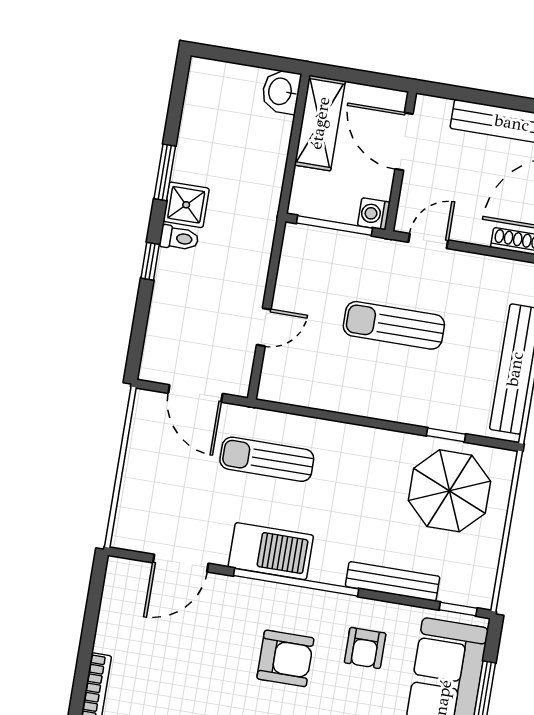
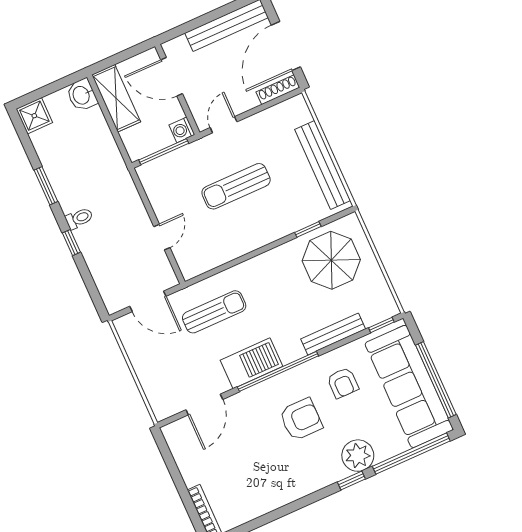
shower: (186, 205) -> (34, 116), moved
sun lounger: (267, 459) -> (214, 312), turned 180

